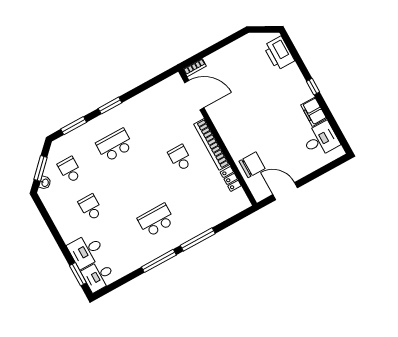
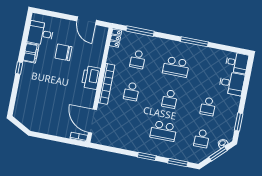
printer: (279, 53) -> (91, 78), moved, turned 180
chair: (252, 165) -> (63, 52), moved
locker: (231, 179) -> (115, 38), moved
school desk: (135, 183) -> (170, 99), added
school desk: (201, 195) -> (138, 59), added
window: (198, 239) -> (140, 31), moved
window: (78, 274) -> (239, 122), moved

